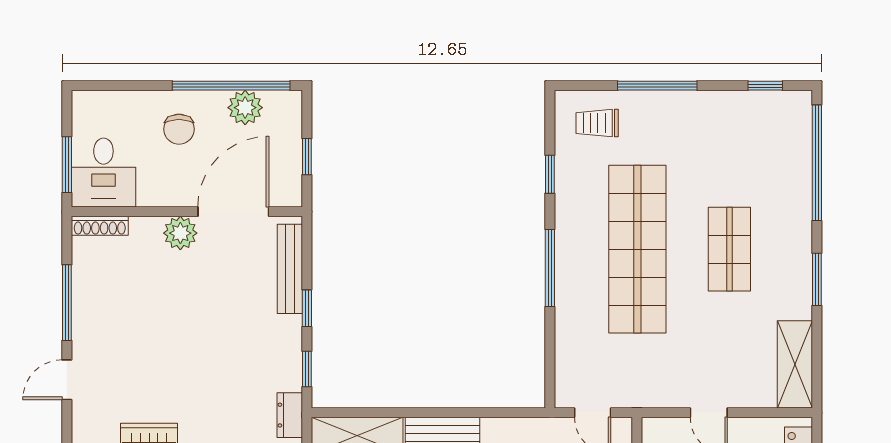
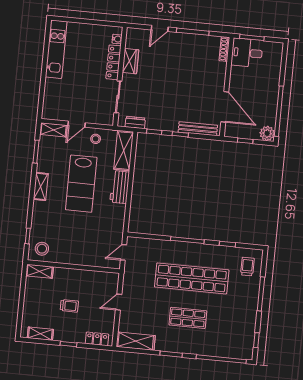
plant: (245, 108) -> (267, 133), moved
chair: (179, 129) -> (262, 87), removed
plant: (180, 233) -> (218, 83), removed
door: (67, 380) -> (160, 28), swing flipped

